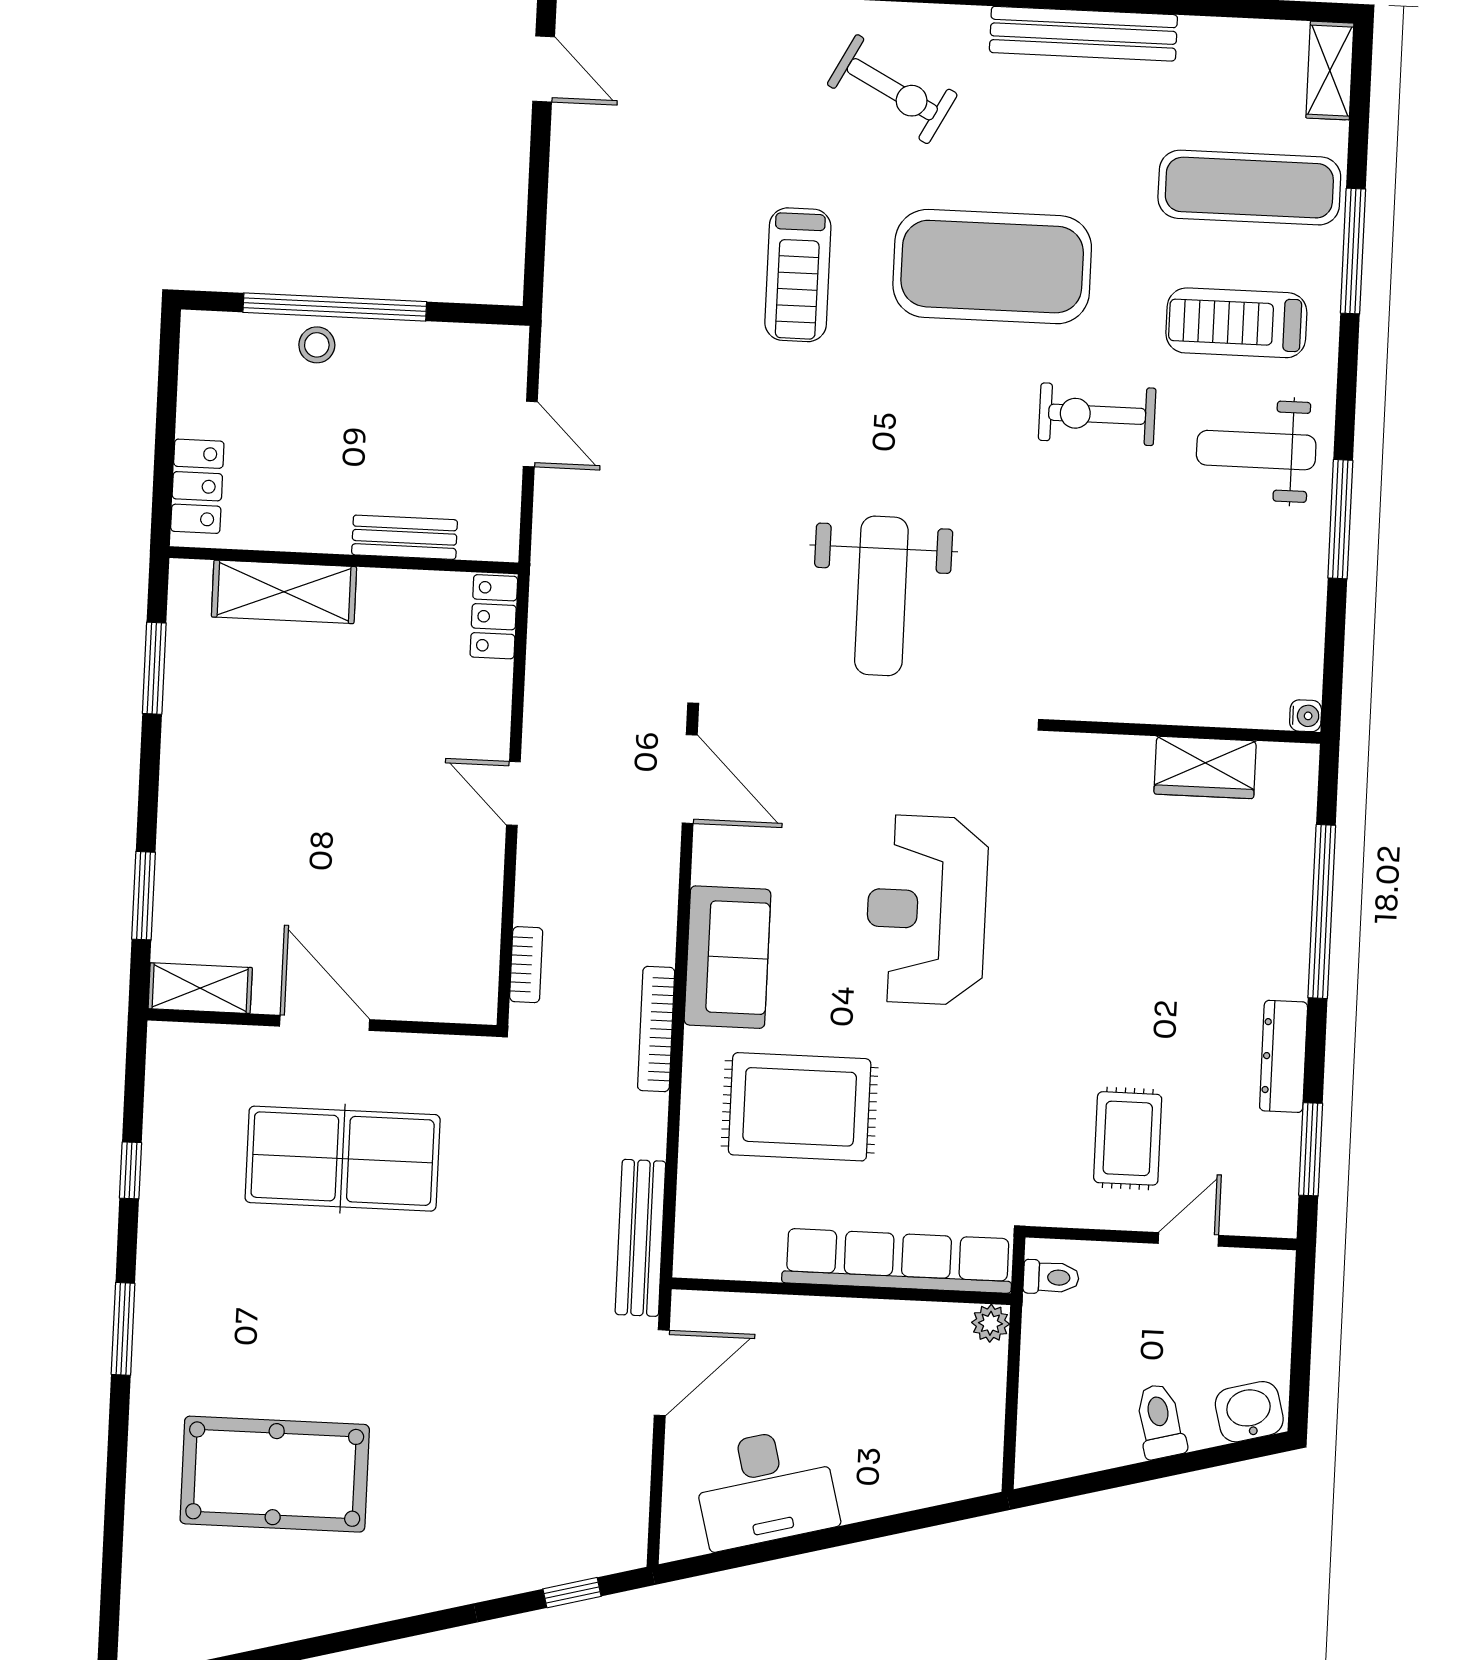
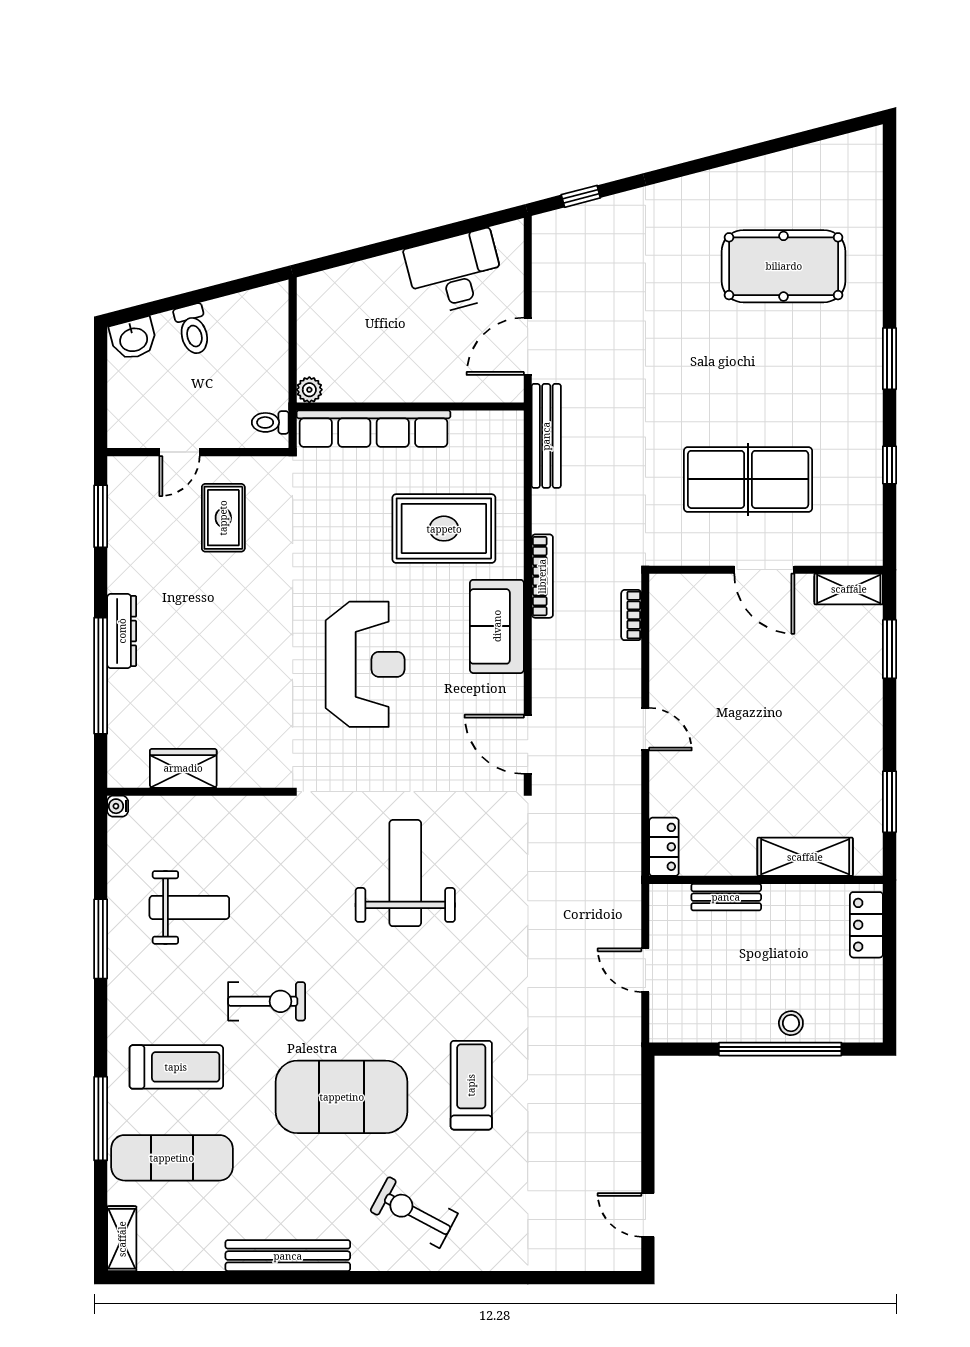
weight bench: (1256, 450) -> (189, 907), moved
dresser: (1284, 1056) -> (122, 631), moved

